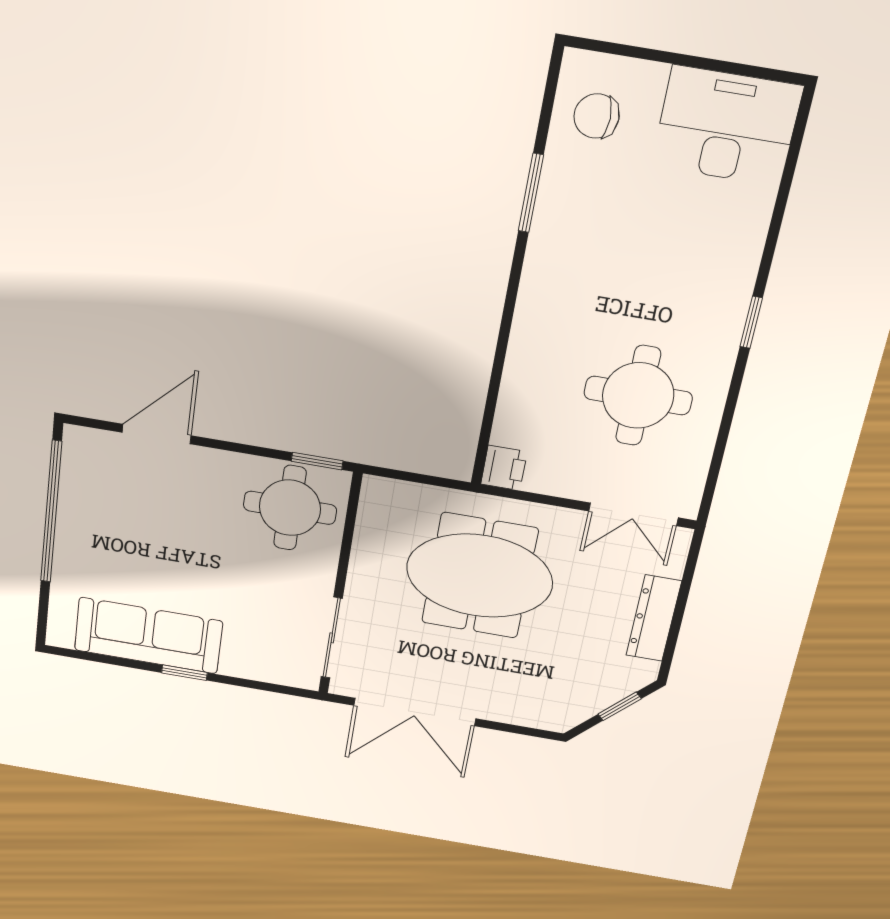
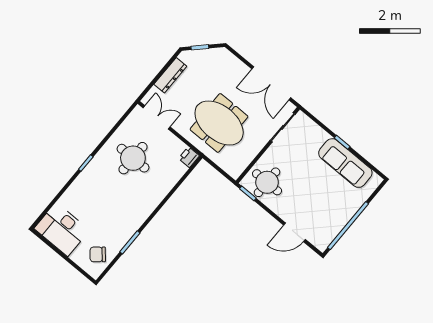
chair: (597, 116) -> (98, 254), turned 140
double door: (415, 712) -> (271, 83), swing flipped

